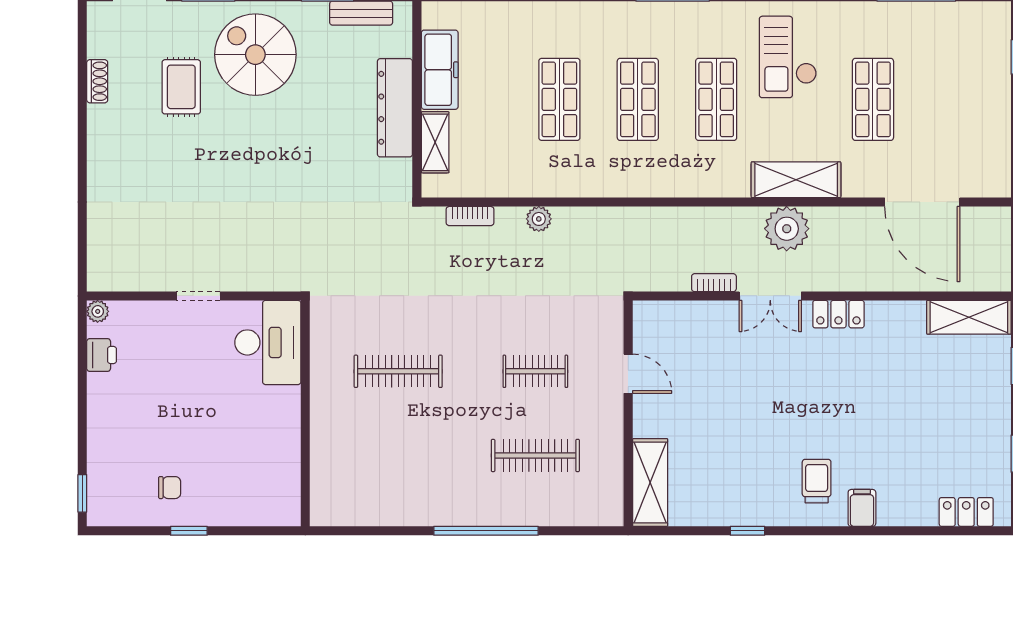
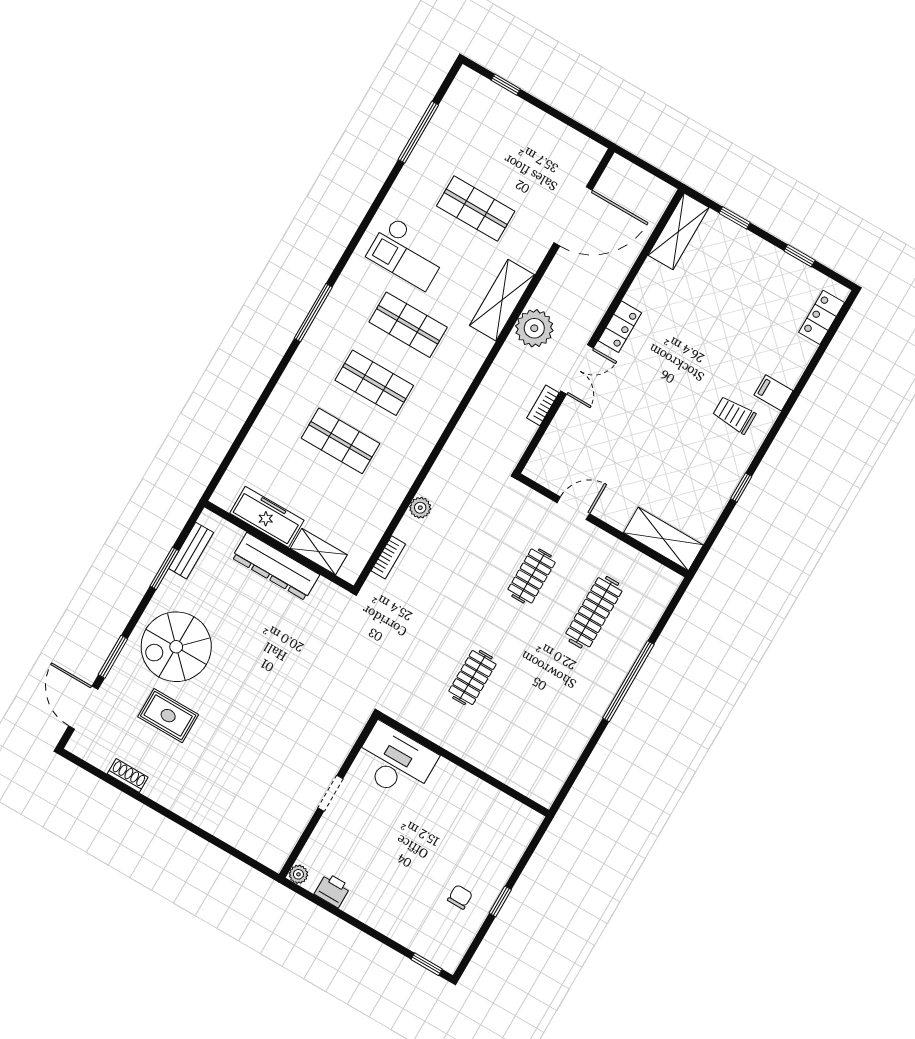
clothes rail: (398, 371) -> (472, 678), width x0.73

